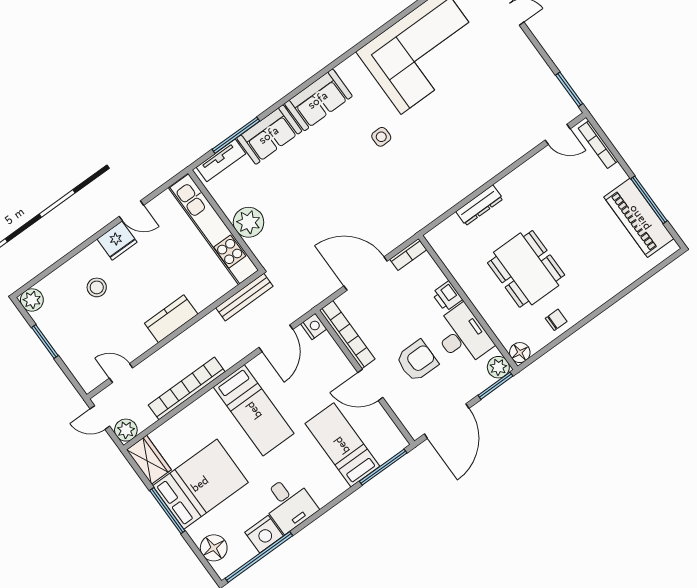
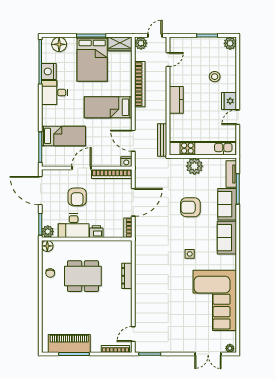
armchair: (313, 185) -> (190, 207), added

